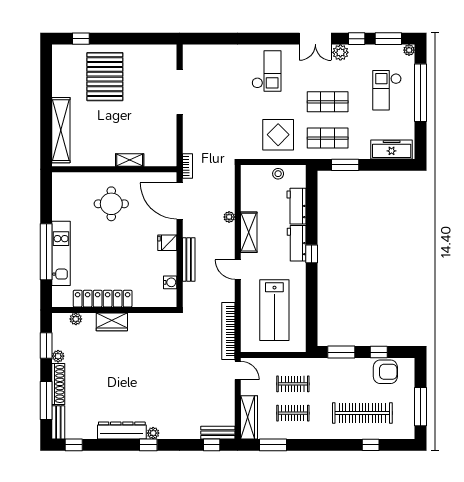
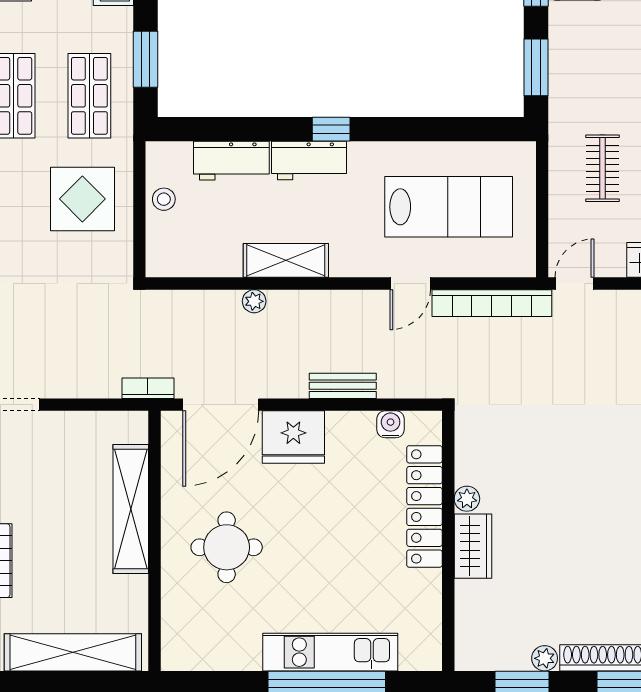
shelving: (130, 160) -> (131, 509), width x2.20, depth x1.33
fridge: (167, 243) -> (293, 437), width x1.88, depth x1.34
bench: (189, 259) -> (343, 386), width x0.73
door: (238, 270) -> (410, 284), moved
locker: (103, 299) -> (424, 506), moved
plant: (76, 319) -> (467, 499), moved

